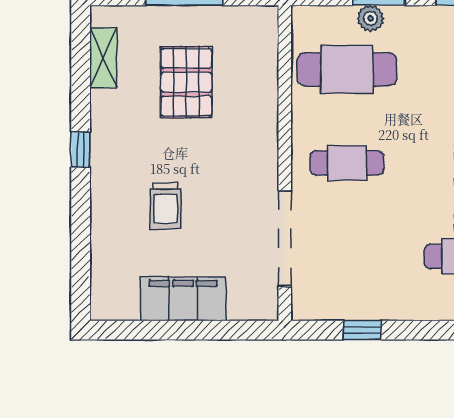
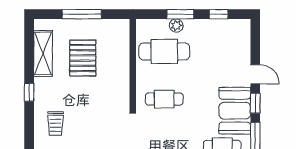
shelving: (103, 58) -> (43, 53), width x1.50, depth x1.33
trolley: (166, 206) -> (56, 123), moved

